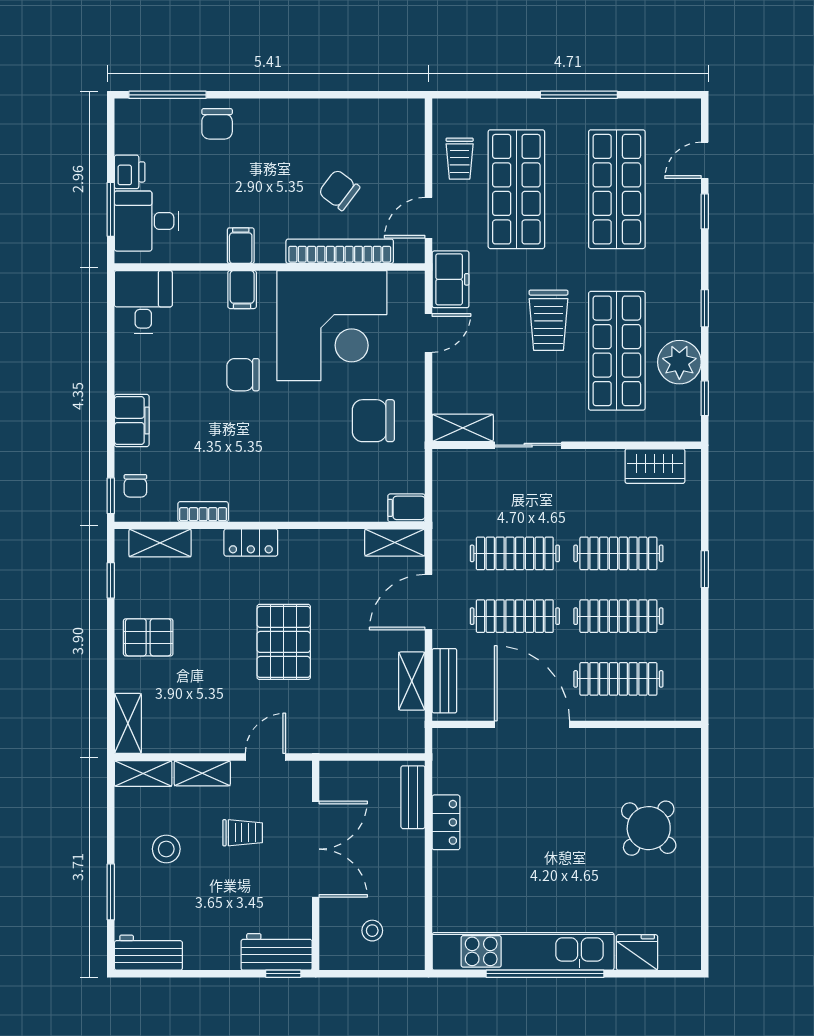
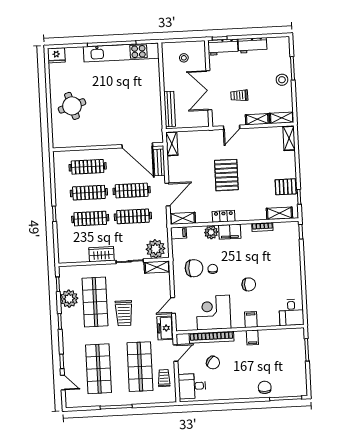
door: (705, 160) -> (63, 382), hinge flipped
printer: (130, 172) -> (300, 366), removed
desk: (147, 221) -> (192, 386), moved, turned 180
trolley: (548, 320) -> (124, 313), turned 180
corner desk: (332, 326) -> (213, 313), width x0.74, depth x0.74
filing cabinet: (132, 420) -> (230, 232), moved, turned -90
wardrobe: (655, 466) -> (101, 254), moved
plant: (464, 472) -> (155, 249), added
chair: (135, 486) -> (213, 269), moved
plant: (328, 505) -> (211, 232), added
locker: (251, 543) -> (224, 216), moved
pallet: (148, 637) -> (286, 187), moved
shelving: (412, 681) -> (172, 144), moved
door: (532, 724) -> (137, 145), moved
bench: (413, 797) -> (170, 109), width x1.36
locker: (446, 822) -> (156, 104), removed
round table: (649, 828) -> (72, 106), turned 31
stool: (166, 849) -> (282, 80), moved
fridge: (637, 952) -> (56, 55), moved
workbench: (148, 953) -> (252, 45), moved

